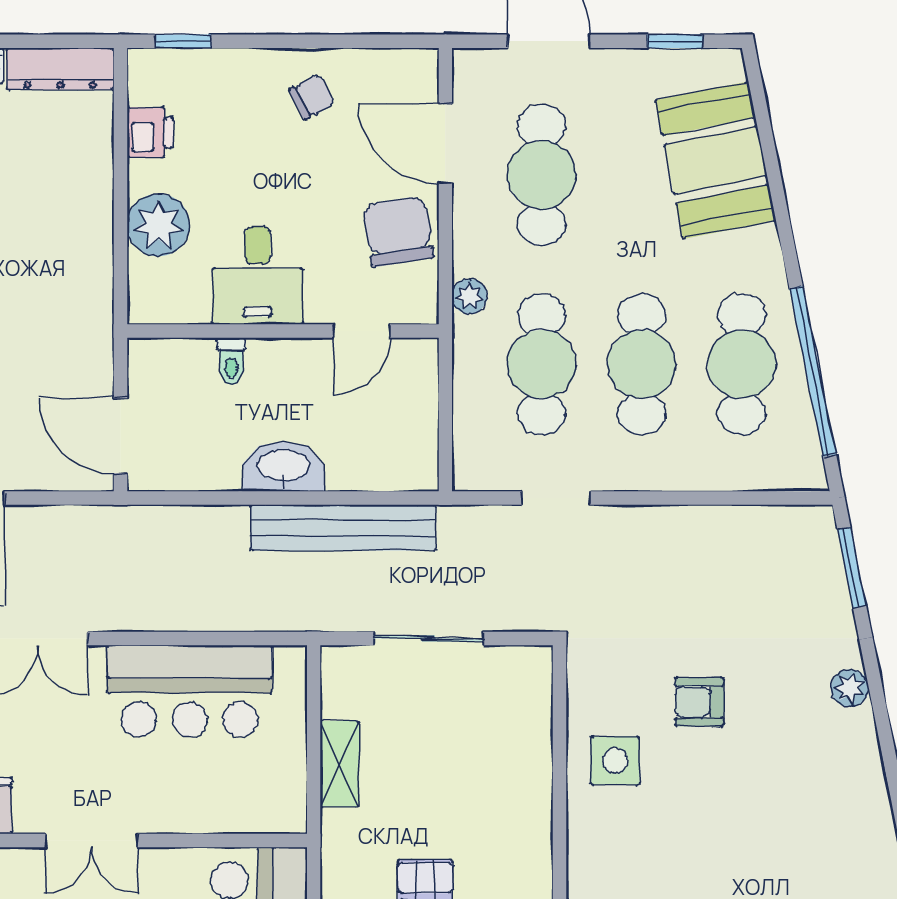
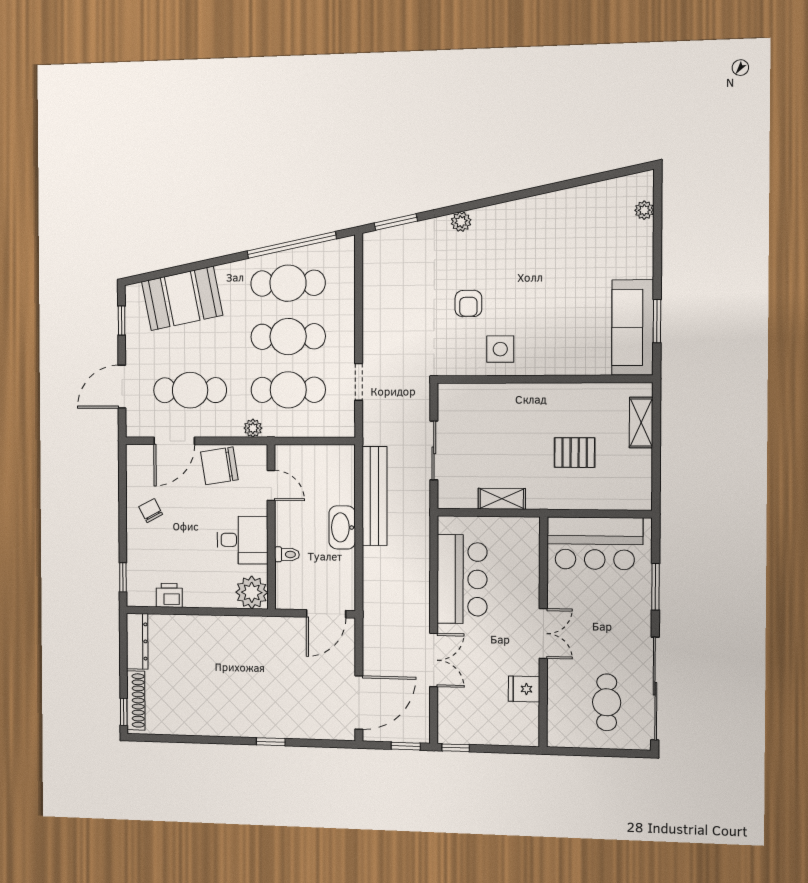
plant: (158, 225) -> (252, 592), moved

